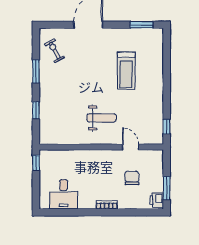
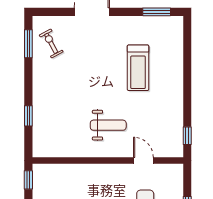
window: (36, 71) -> (28, 44), moved

